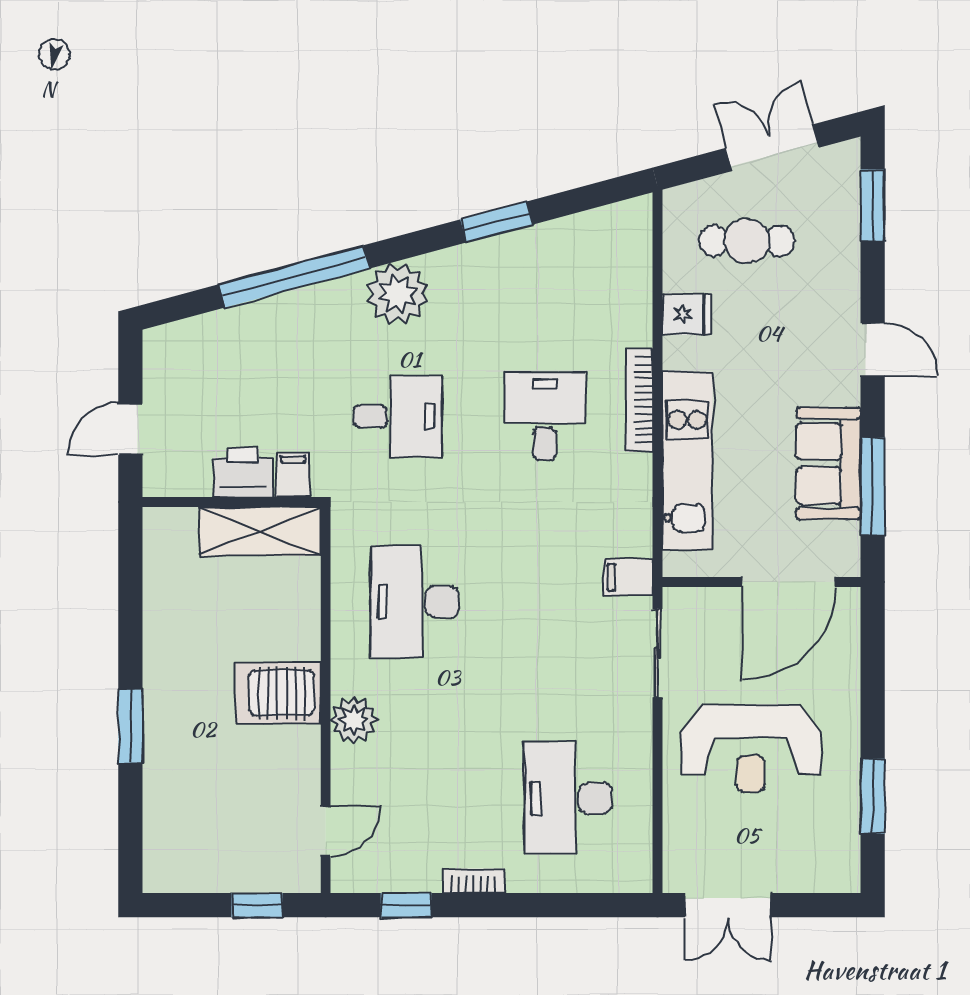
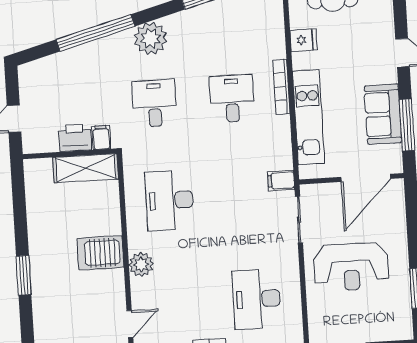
desk: (398, 416) -> (154, 103), turned -90

